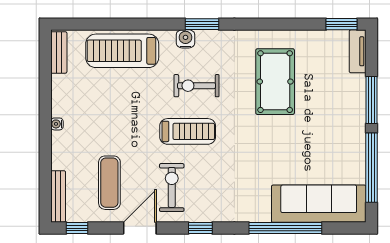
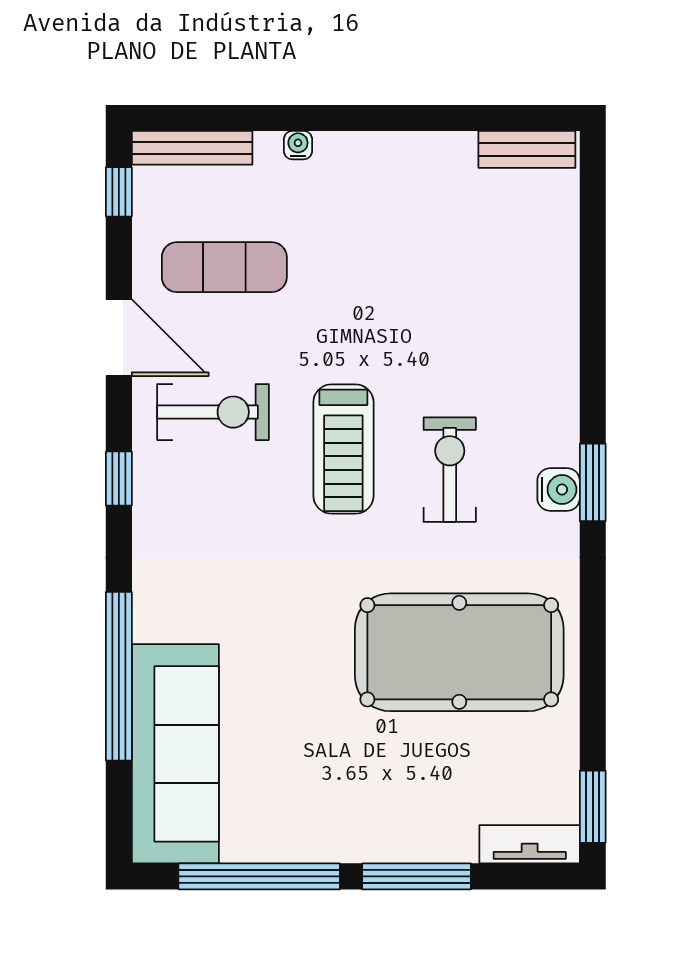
water cooler: (186, 39) -> (559, 489), moved
treadmill: (122, 51) -> (531, 297), removed
pool table: (275, 82) -> (459, 652), width x1.36, depth x1.32
water cooler: (57, 124) -> (298, 145), moved

